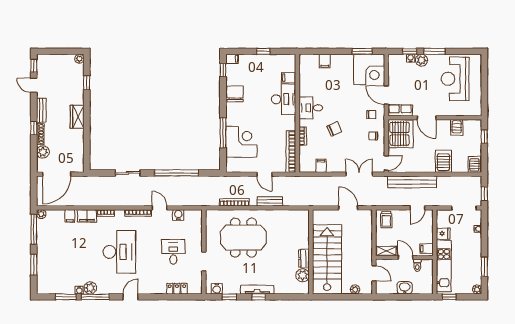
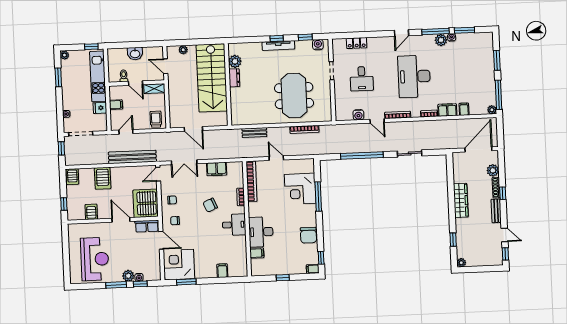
wardrobe: (77, 117) -> (461, 200), width x1.50
filing cabinet: (321, 166) -> (217, 169), width x2.00
bench: (270, 201) -> (254, 133), moved
meeting table: (243, 238) -> (294, 96), turned 90
filing cabinet: (426, 249) -> (116, 105), moved

